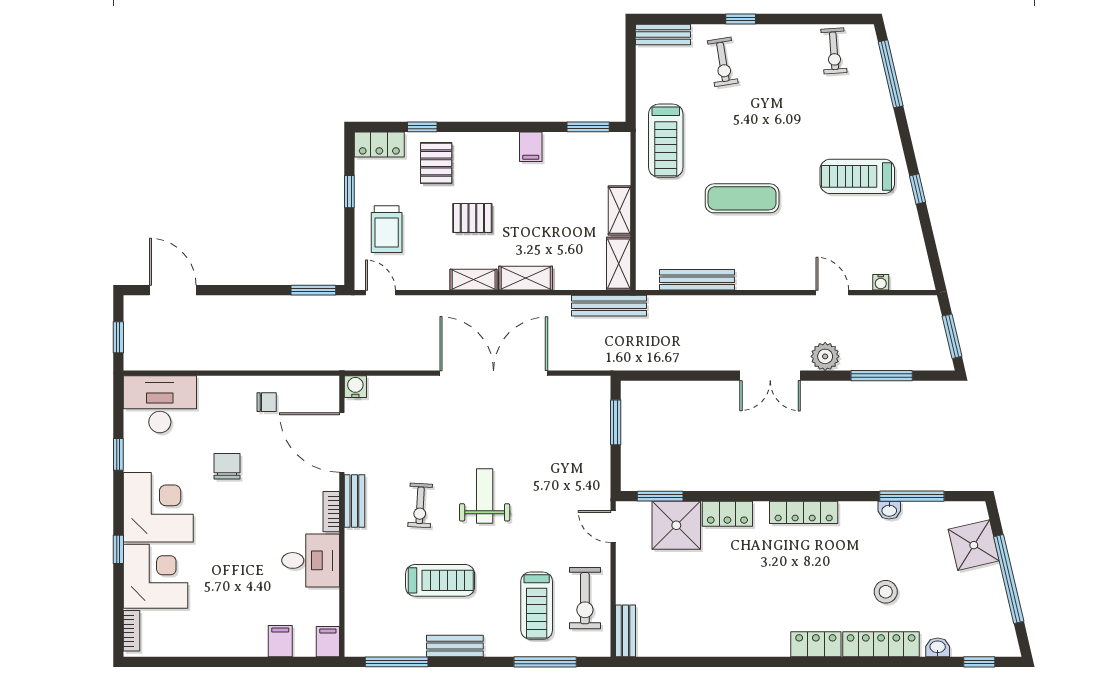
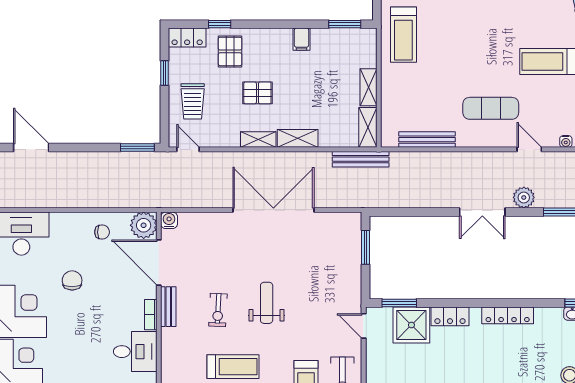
exercise mat: (742, 198) -> (491, 108), moved
plant: (322, 393) -> (144, 225), added

